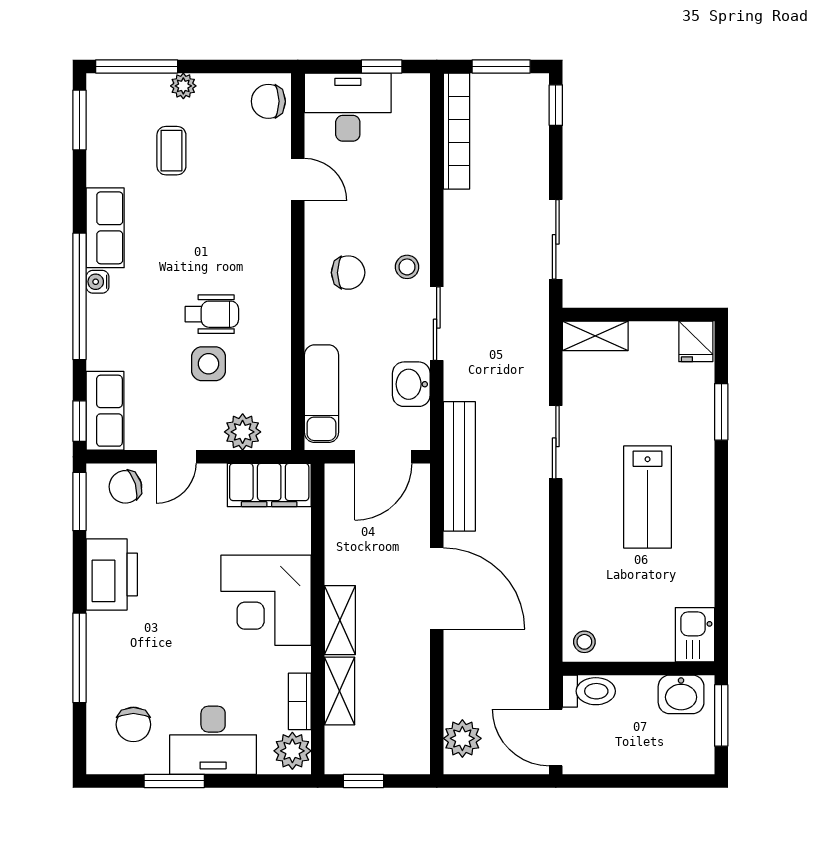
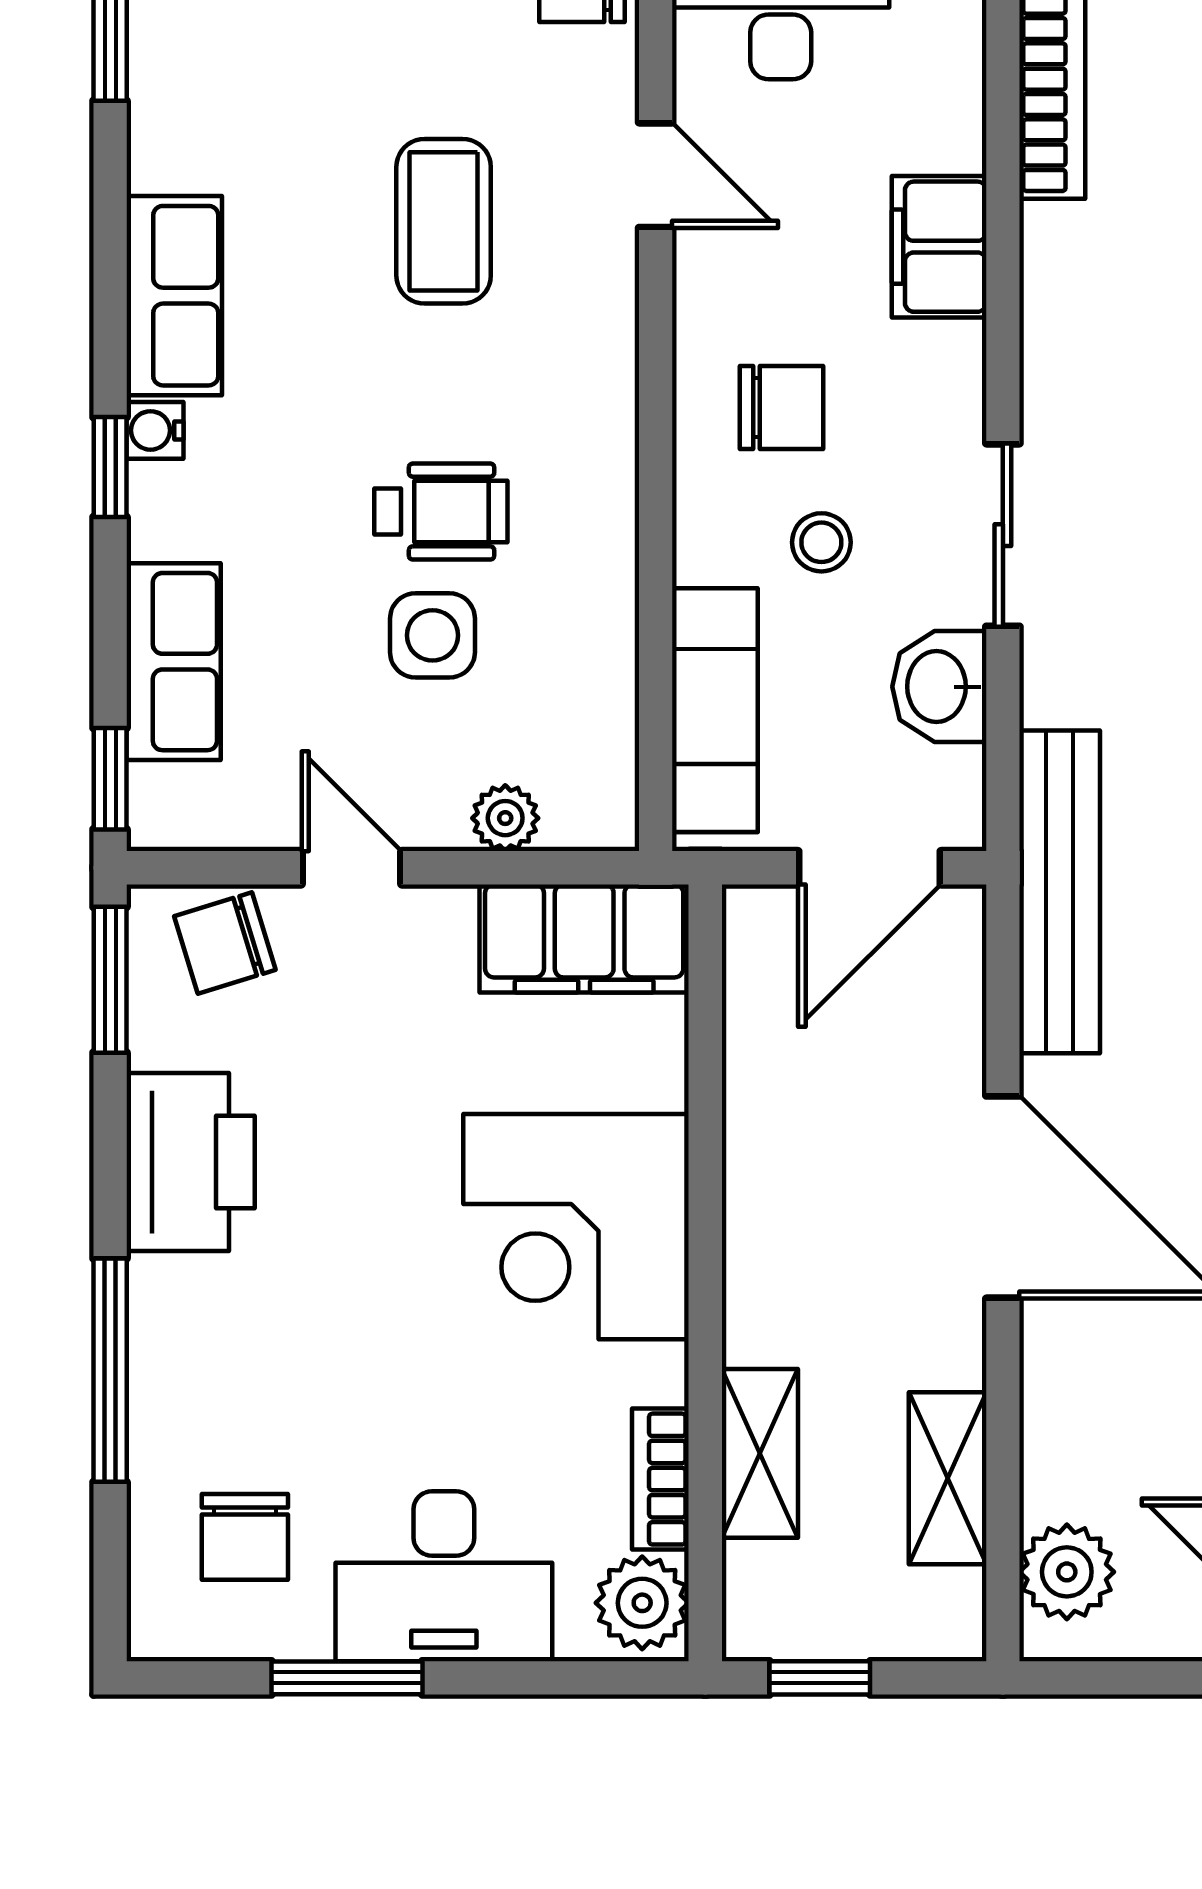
coffee table: (171, 151) -> (444, 221), moved, width x1.36, depth x1.30
filing cabinet: (411, 208) -> (939, 247), added
stool: (407, 267) -> (821, 542), moved
window: (79, 296) -> (110, 467), width x0.32
row of seats: (105, 411) -> (174, 662), moved
plant: (243, 432) -> (505, 818), width x0.73, depth x0.73
door: (176, 457) -> (352, 868), swing flipped
shelving: (340, 620) -> (948, 1478), moved

